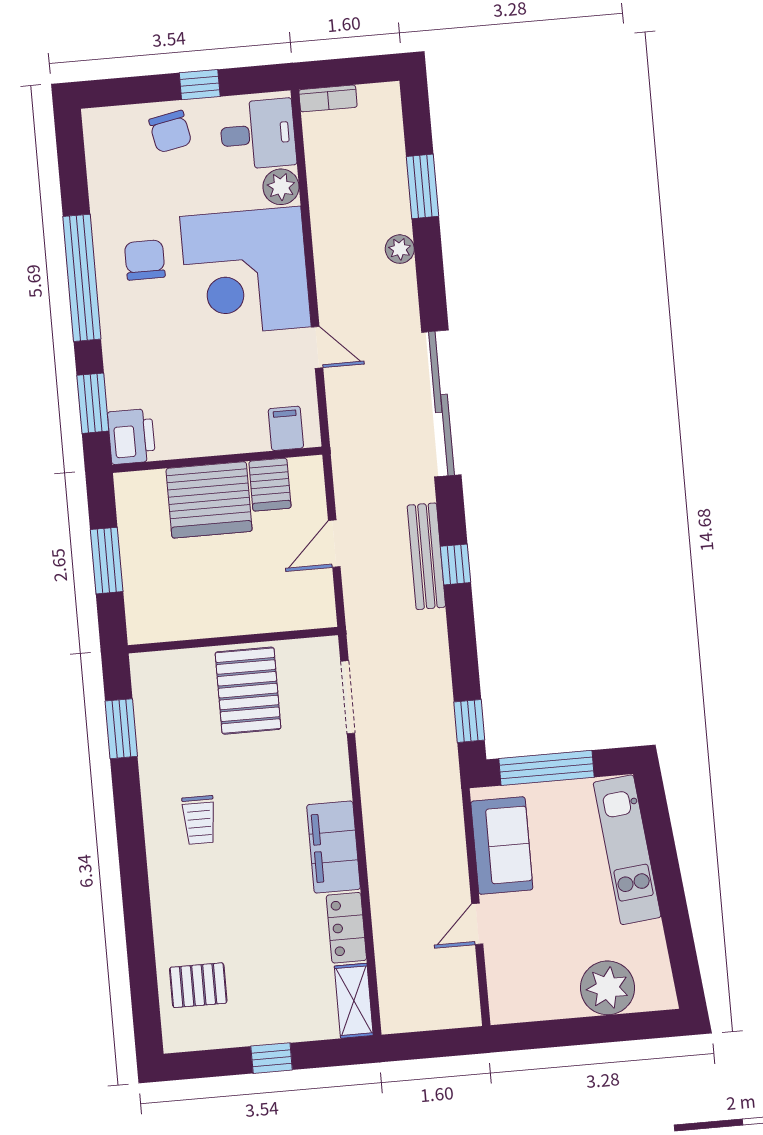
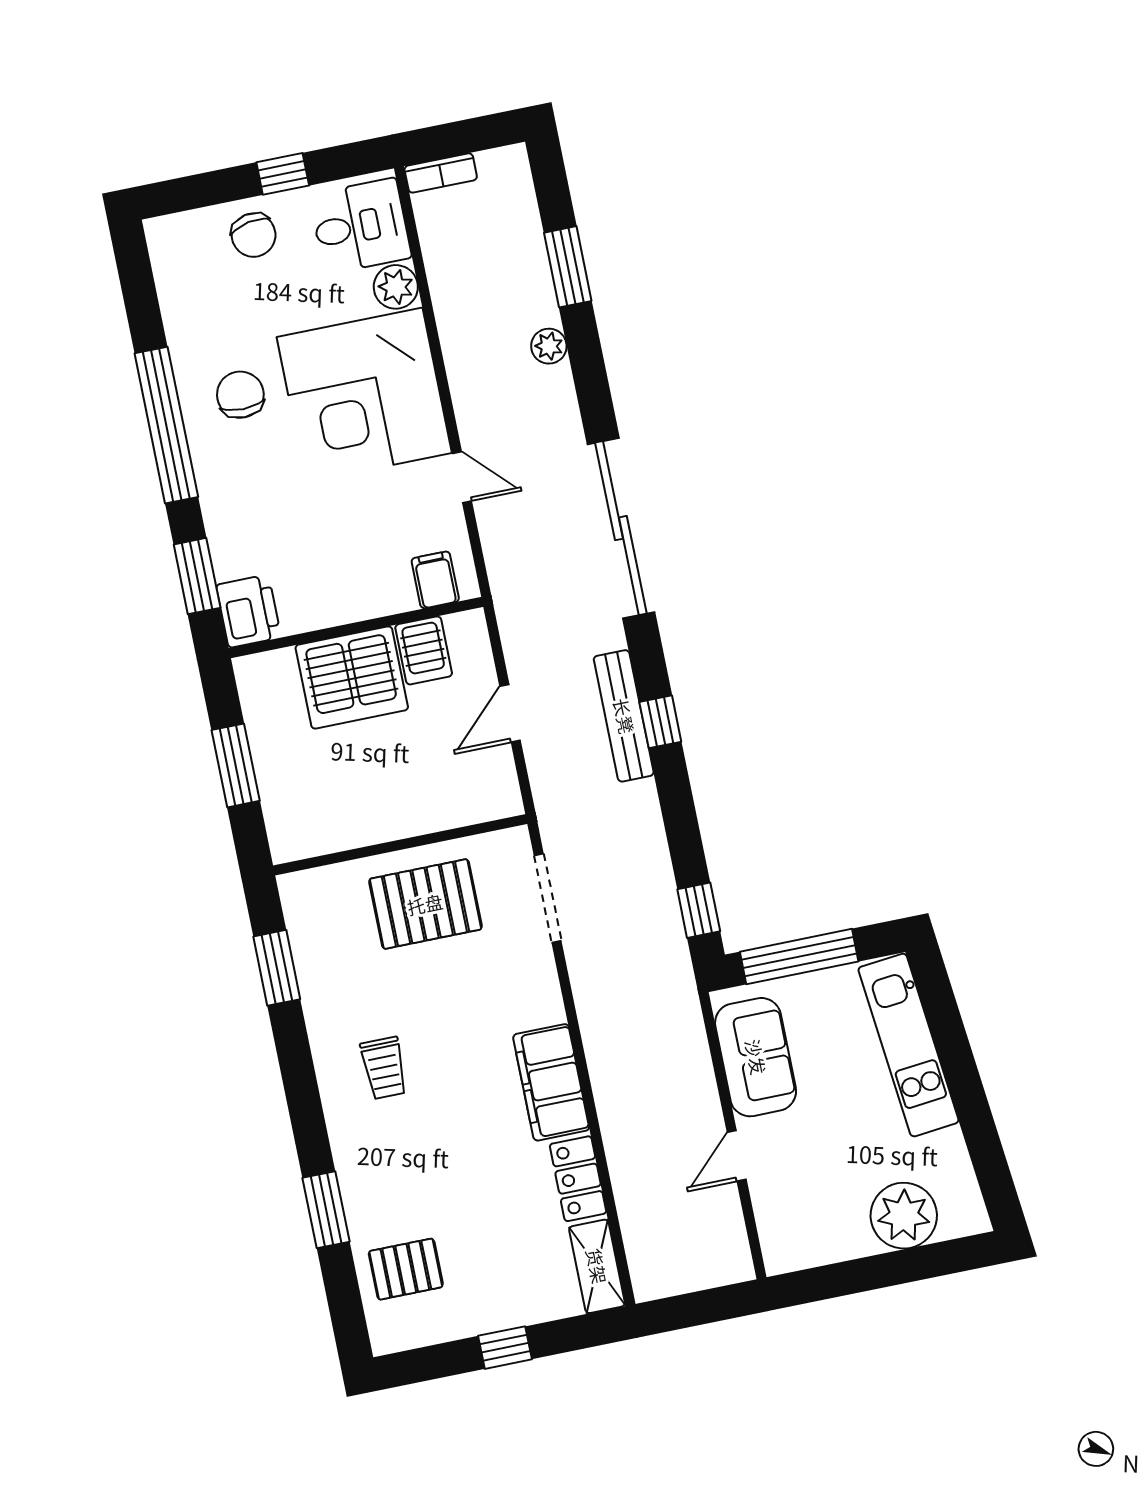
pallet: (248, 691) -> (425, 904), turned 90
window: (139, 930) -> (326, 1210), added

